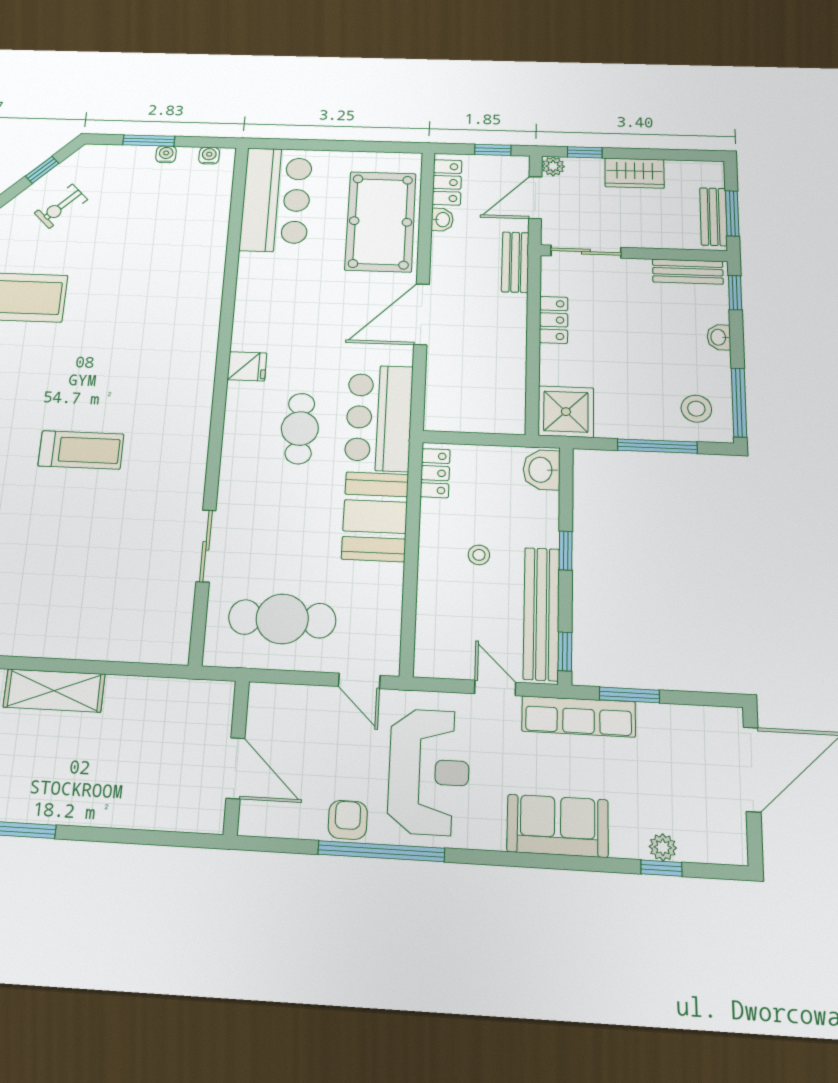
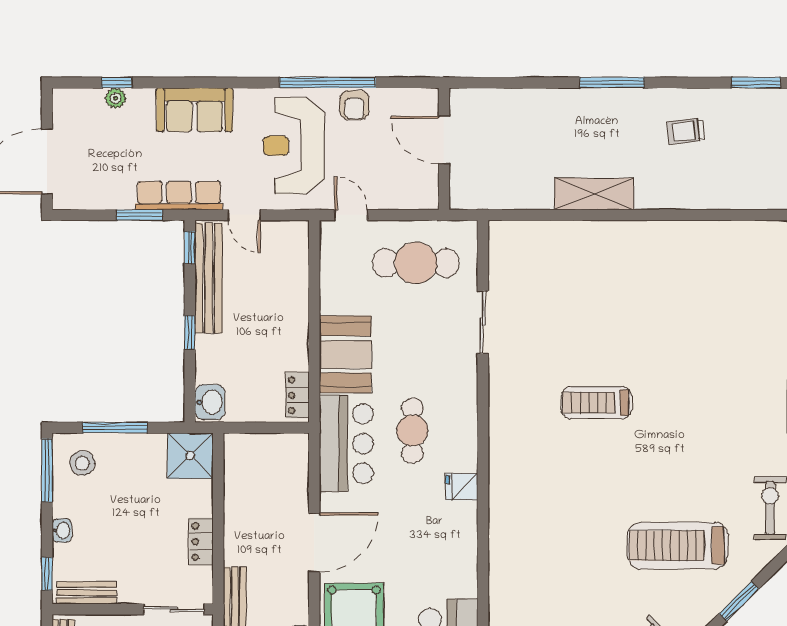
stool: (479, 555) -> (260, 325), removed

